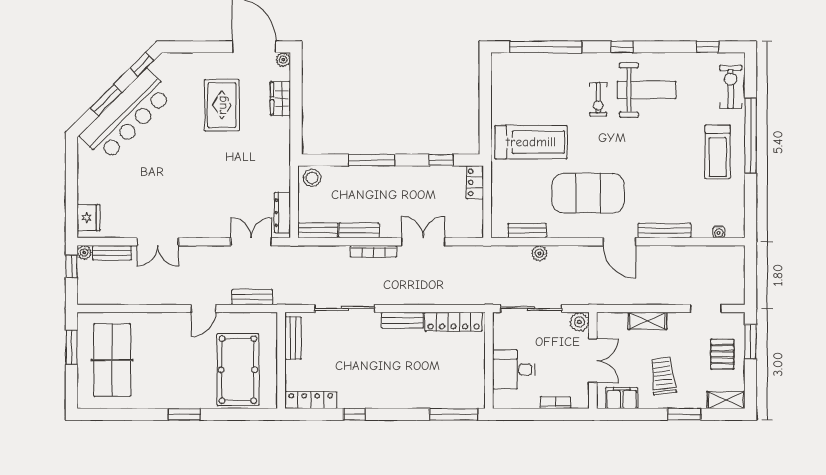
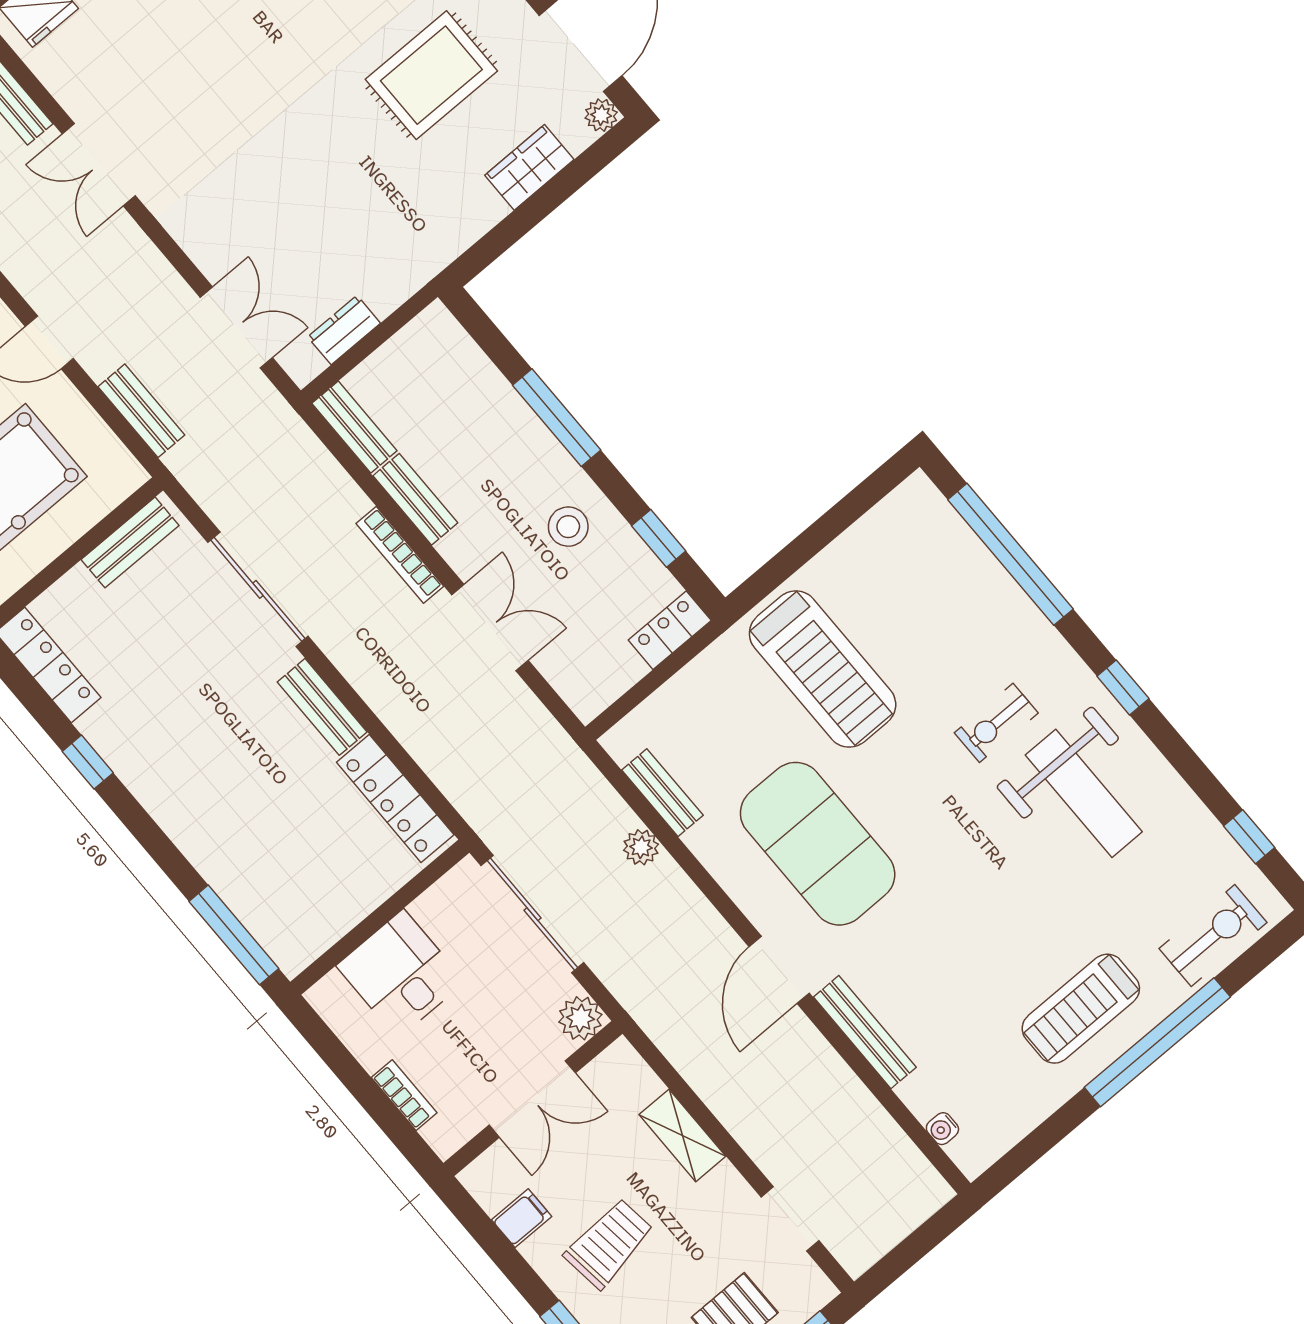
stool: (312, 178) -> (568, 527), moved
dresser: (282, 213) -> (344, 330), width x0.70
filing cabinet: (622, 398) -> (522, 1218), width x0.50

